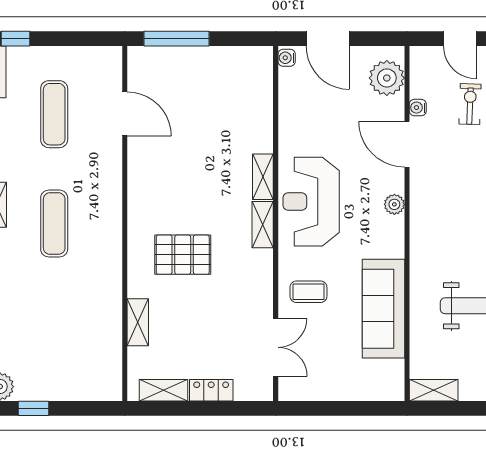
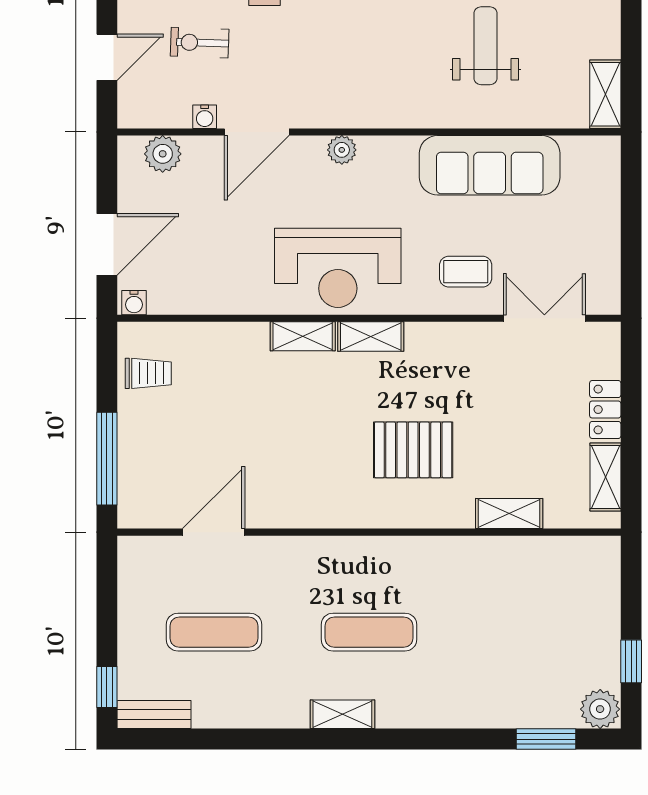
trolley: (237, 68) -> (148, 373), added
plant: (387, 78) -> (163, 154), width x0.73, depth x0.73
pallet: (183, 255) -> (413, 450), turned 90
coffee table: (308, 292) -> (466, 272), turned 90

